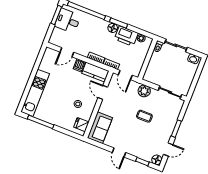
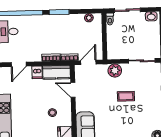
floor lamp: (113, 28) -> (55, 20), removed
printer: (126, 36) -> (73, 22), removed
door: (125, 75) -> (88, 62), swing flipped

